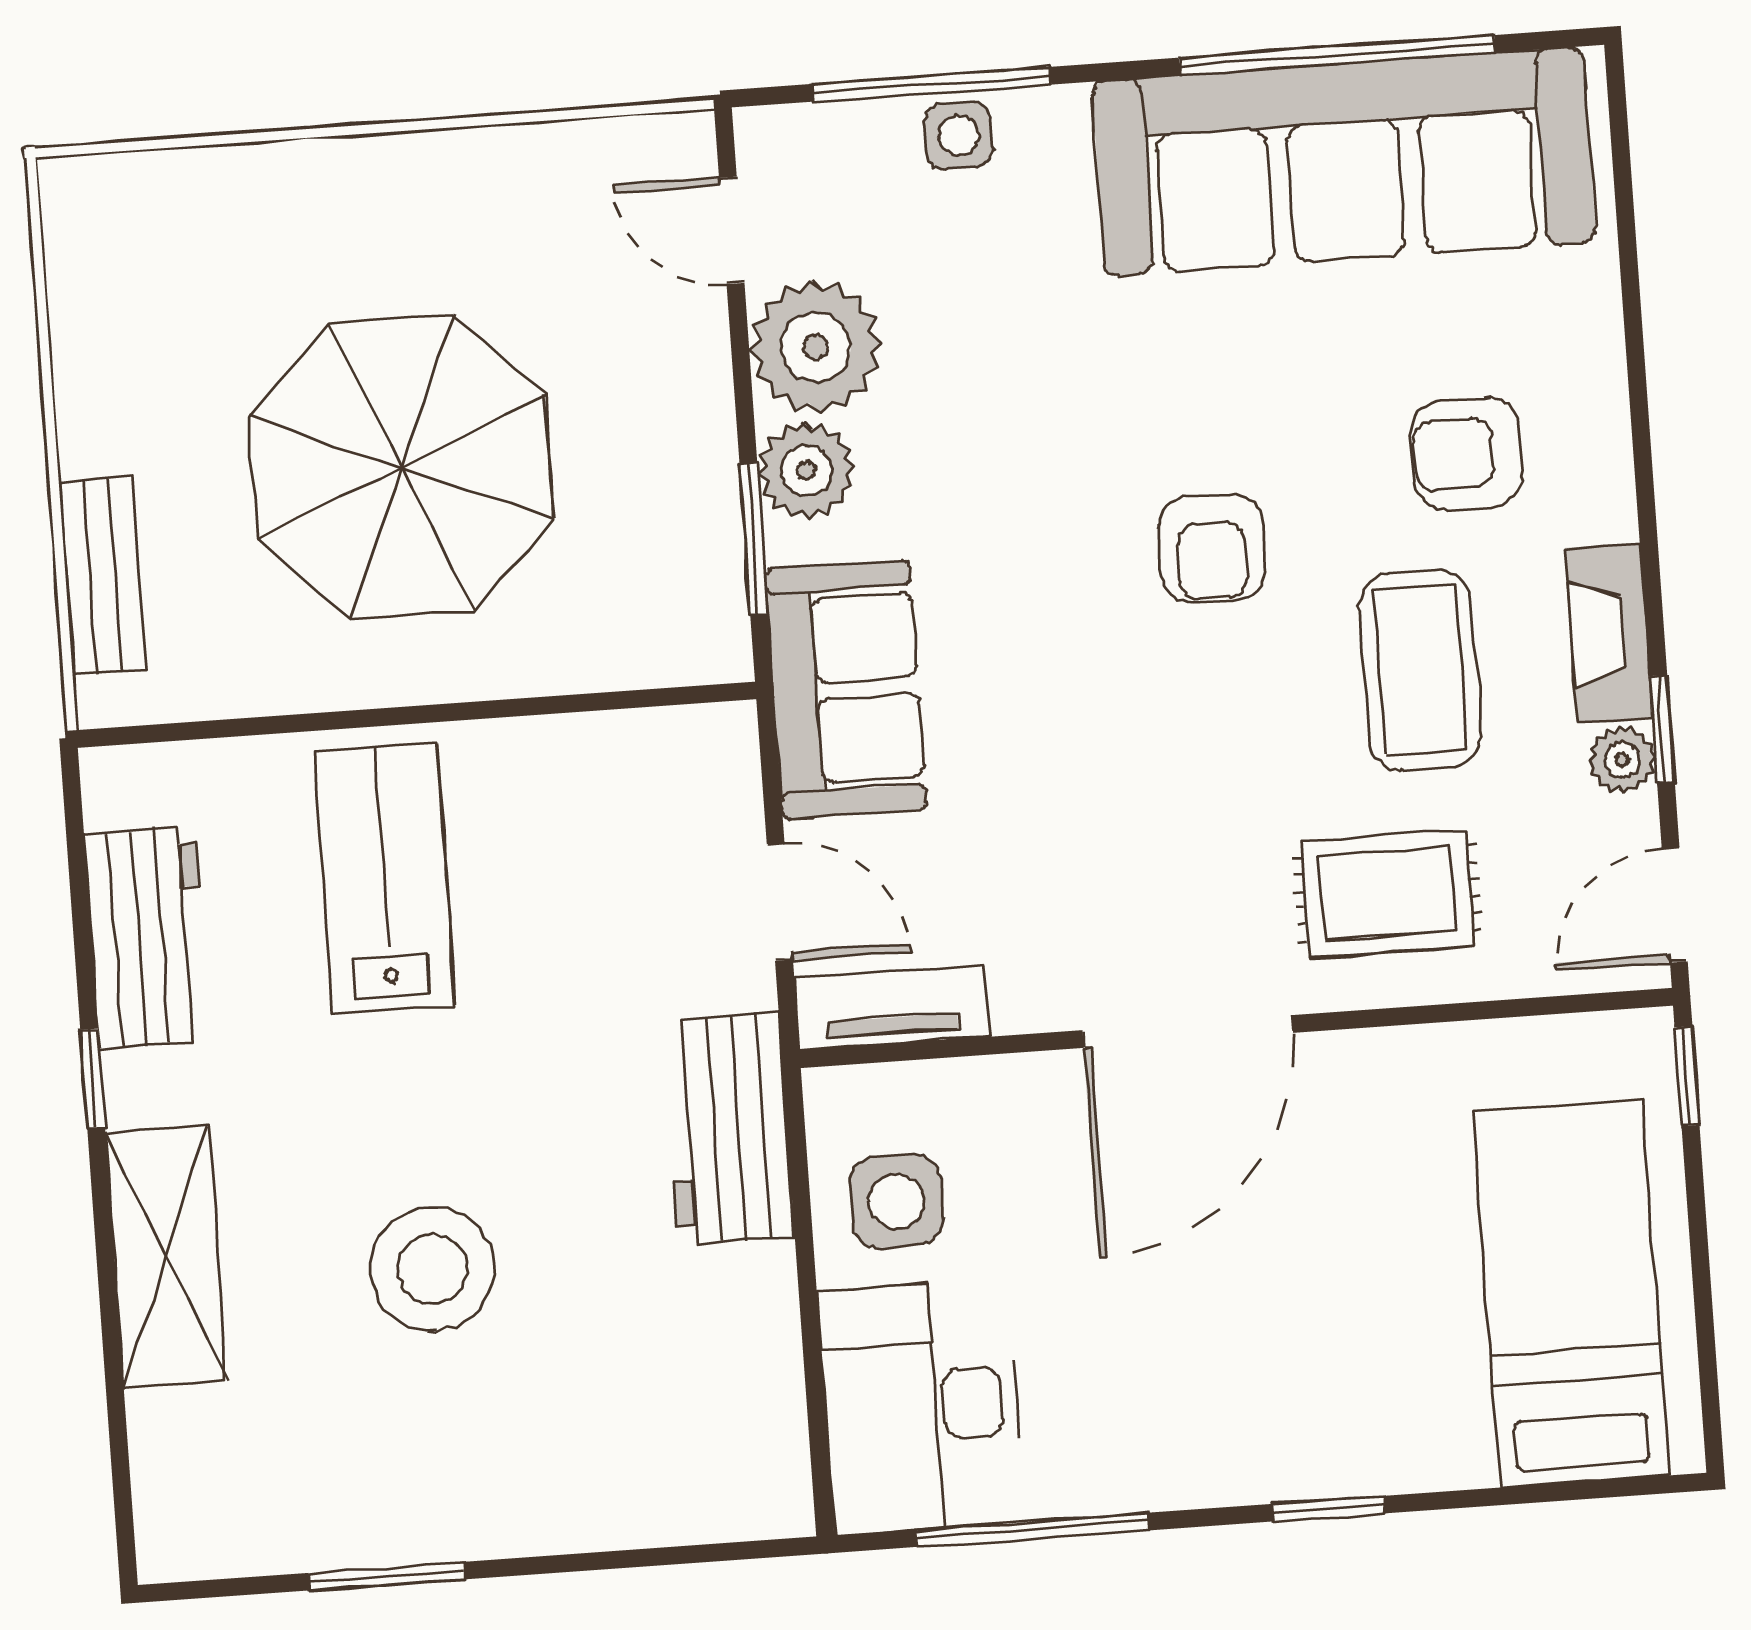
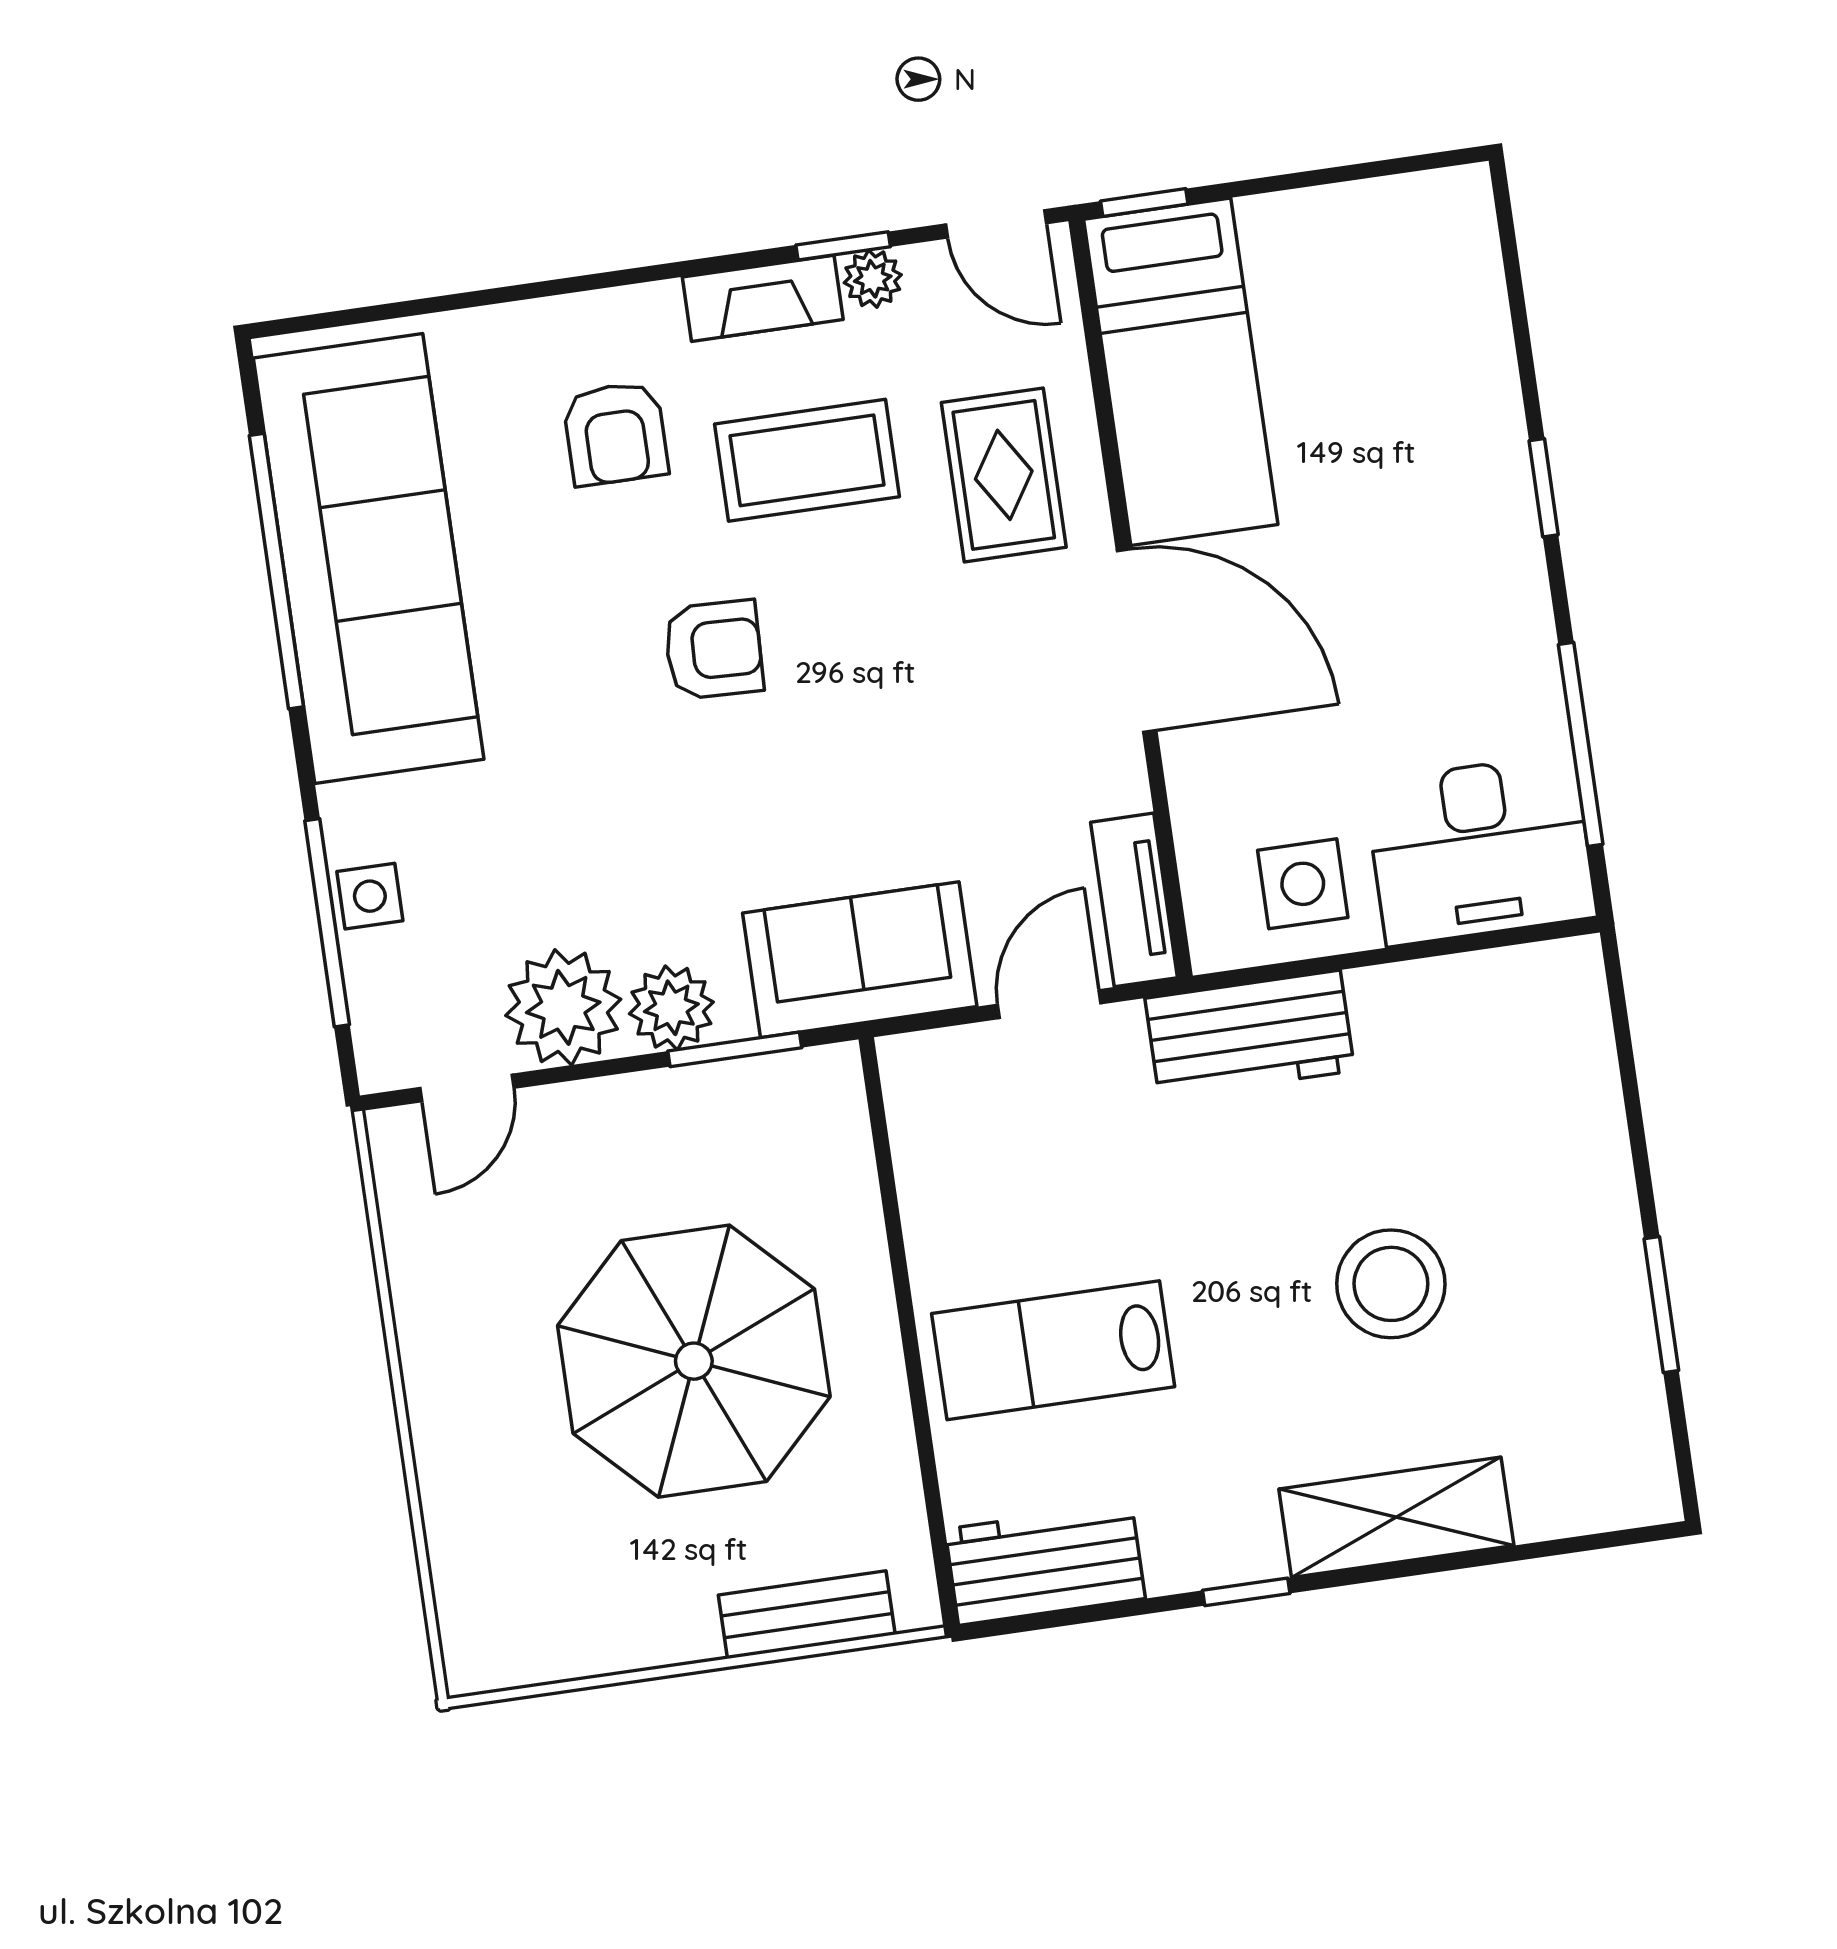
workbench: (147, 937) -> (1045, 1564), moved
bed: (1571, 1293) -> (1181, 372), moved, turned -90

